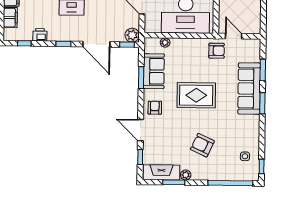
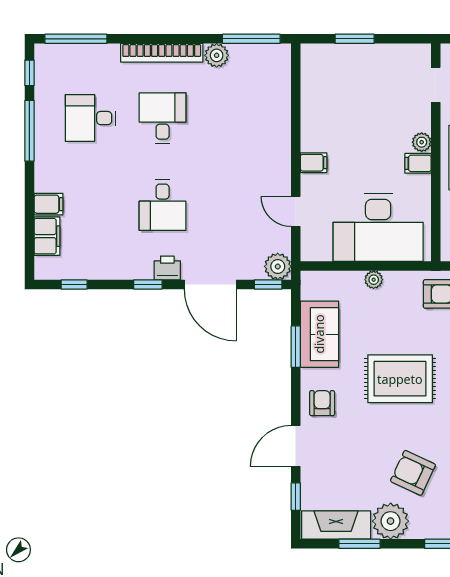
printer: (40, 35) -> (167, 268), moved
plant: (165, 42) -> (374, 280), moved
door: (141, 130) -> (296, 446), hinge flipped
plant: (186, 175) -> (391, 521), width x1.88, depth x1.88

